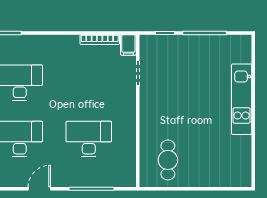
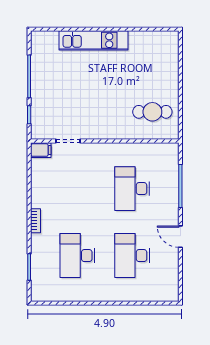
bookcase: (100, 40) -> (36, 221), moved, width x0.64

